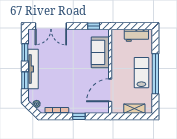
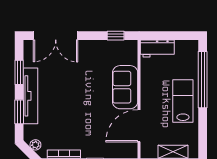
workbench: (136, 35) -> (157, 48), moved
sofa: (100, 52) -> (125, 87), moved
window: (155, 74) -> (203, 80), moved

